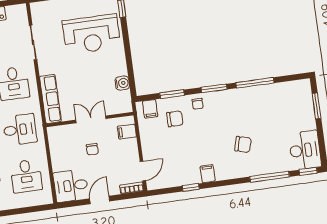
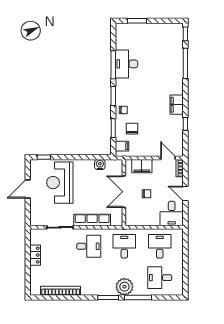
reception desk: (91, 34) -> (60, 183), turned 180
row of seats: (50, 99) -> (92, 220), moved
double door: (91, 119) -> (124, 192), width x1.37
filing cabinet: (127, 132) -> (142, 166), width x2.00
chair: (243, 144) -> (158, 80), removed
desk: (305, 150) -> (127, 64), moved, turned -90
filing cabinet: (208, 174) -> (177, 105), width x2.00
desk: (26, 176) -> (160, 246), turned -90

